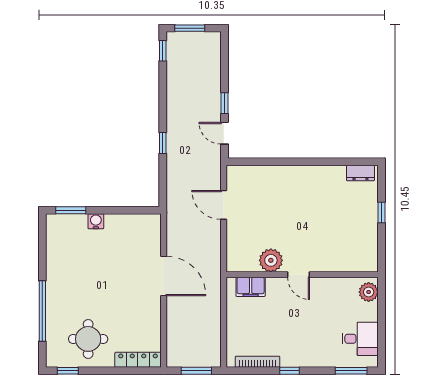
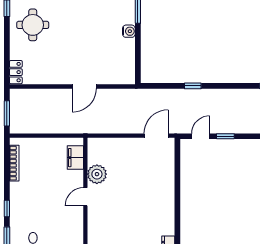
door: (224, 205) -> (156, 136), moved
door: (164, 276) -> (84, 86), width x0.73
locker: (138, 360) -> (16, 72), width x0.66
window: (290, 371) -> (7, 208), moved

